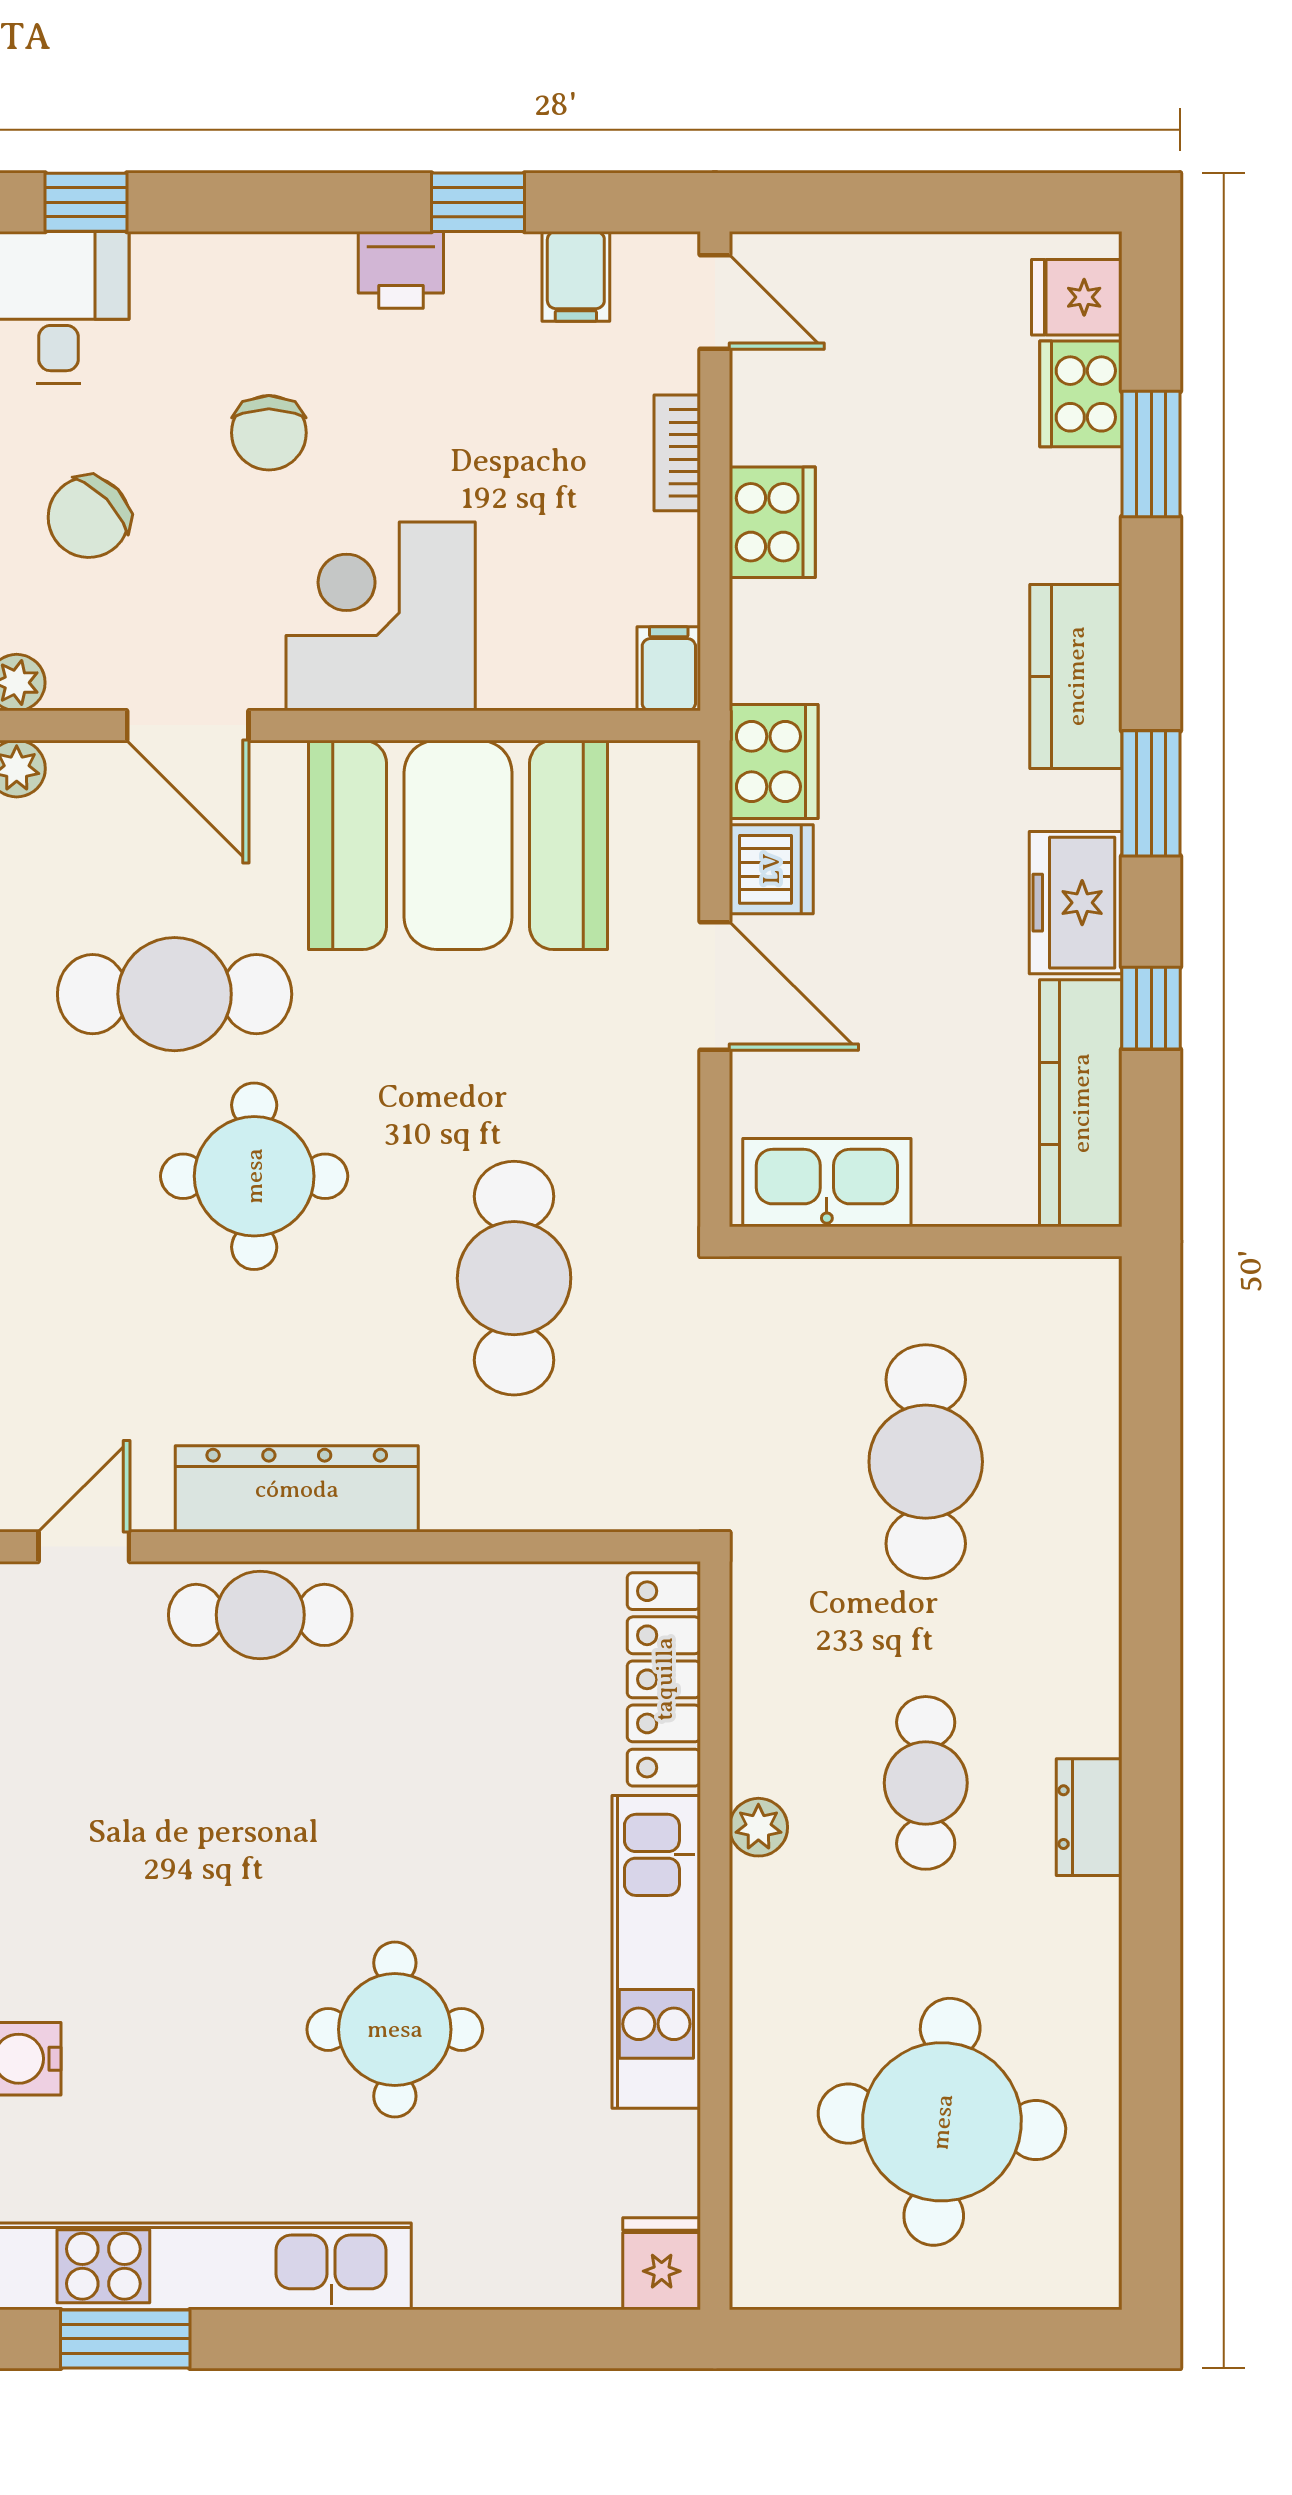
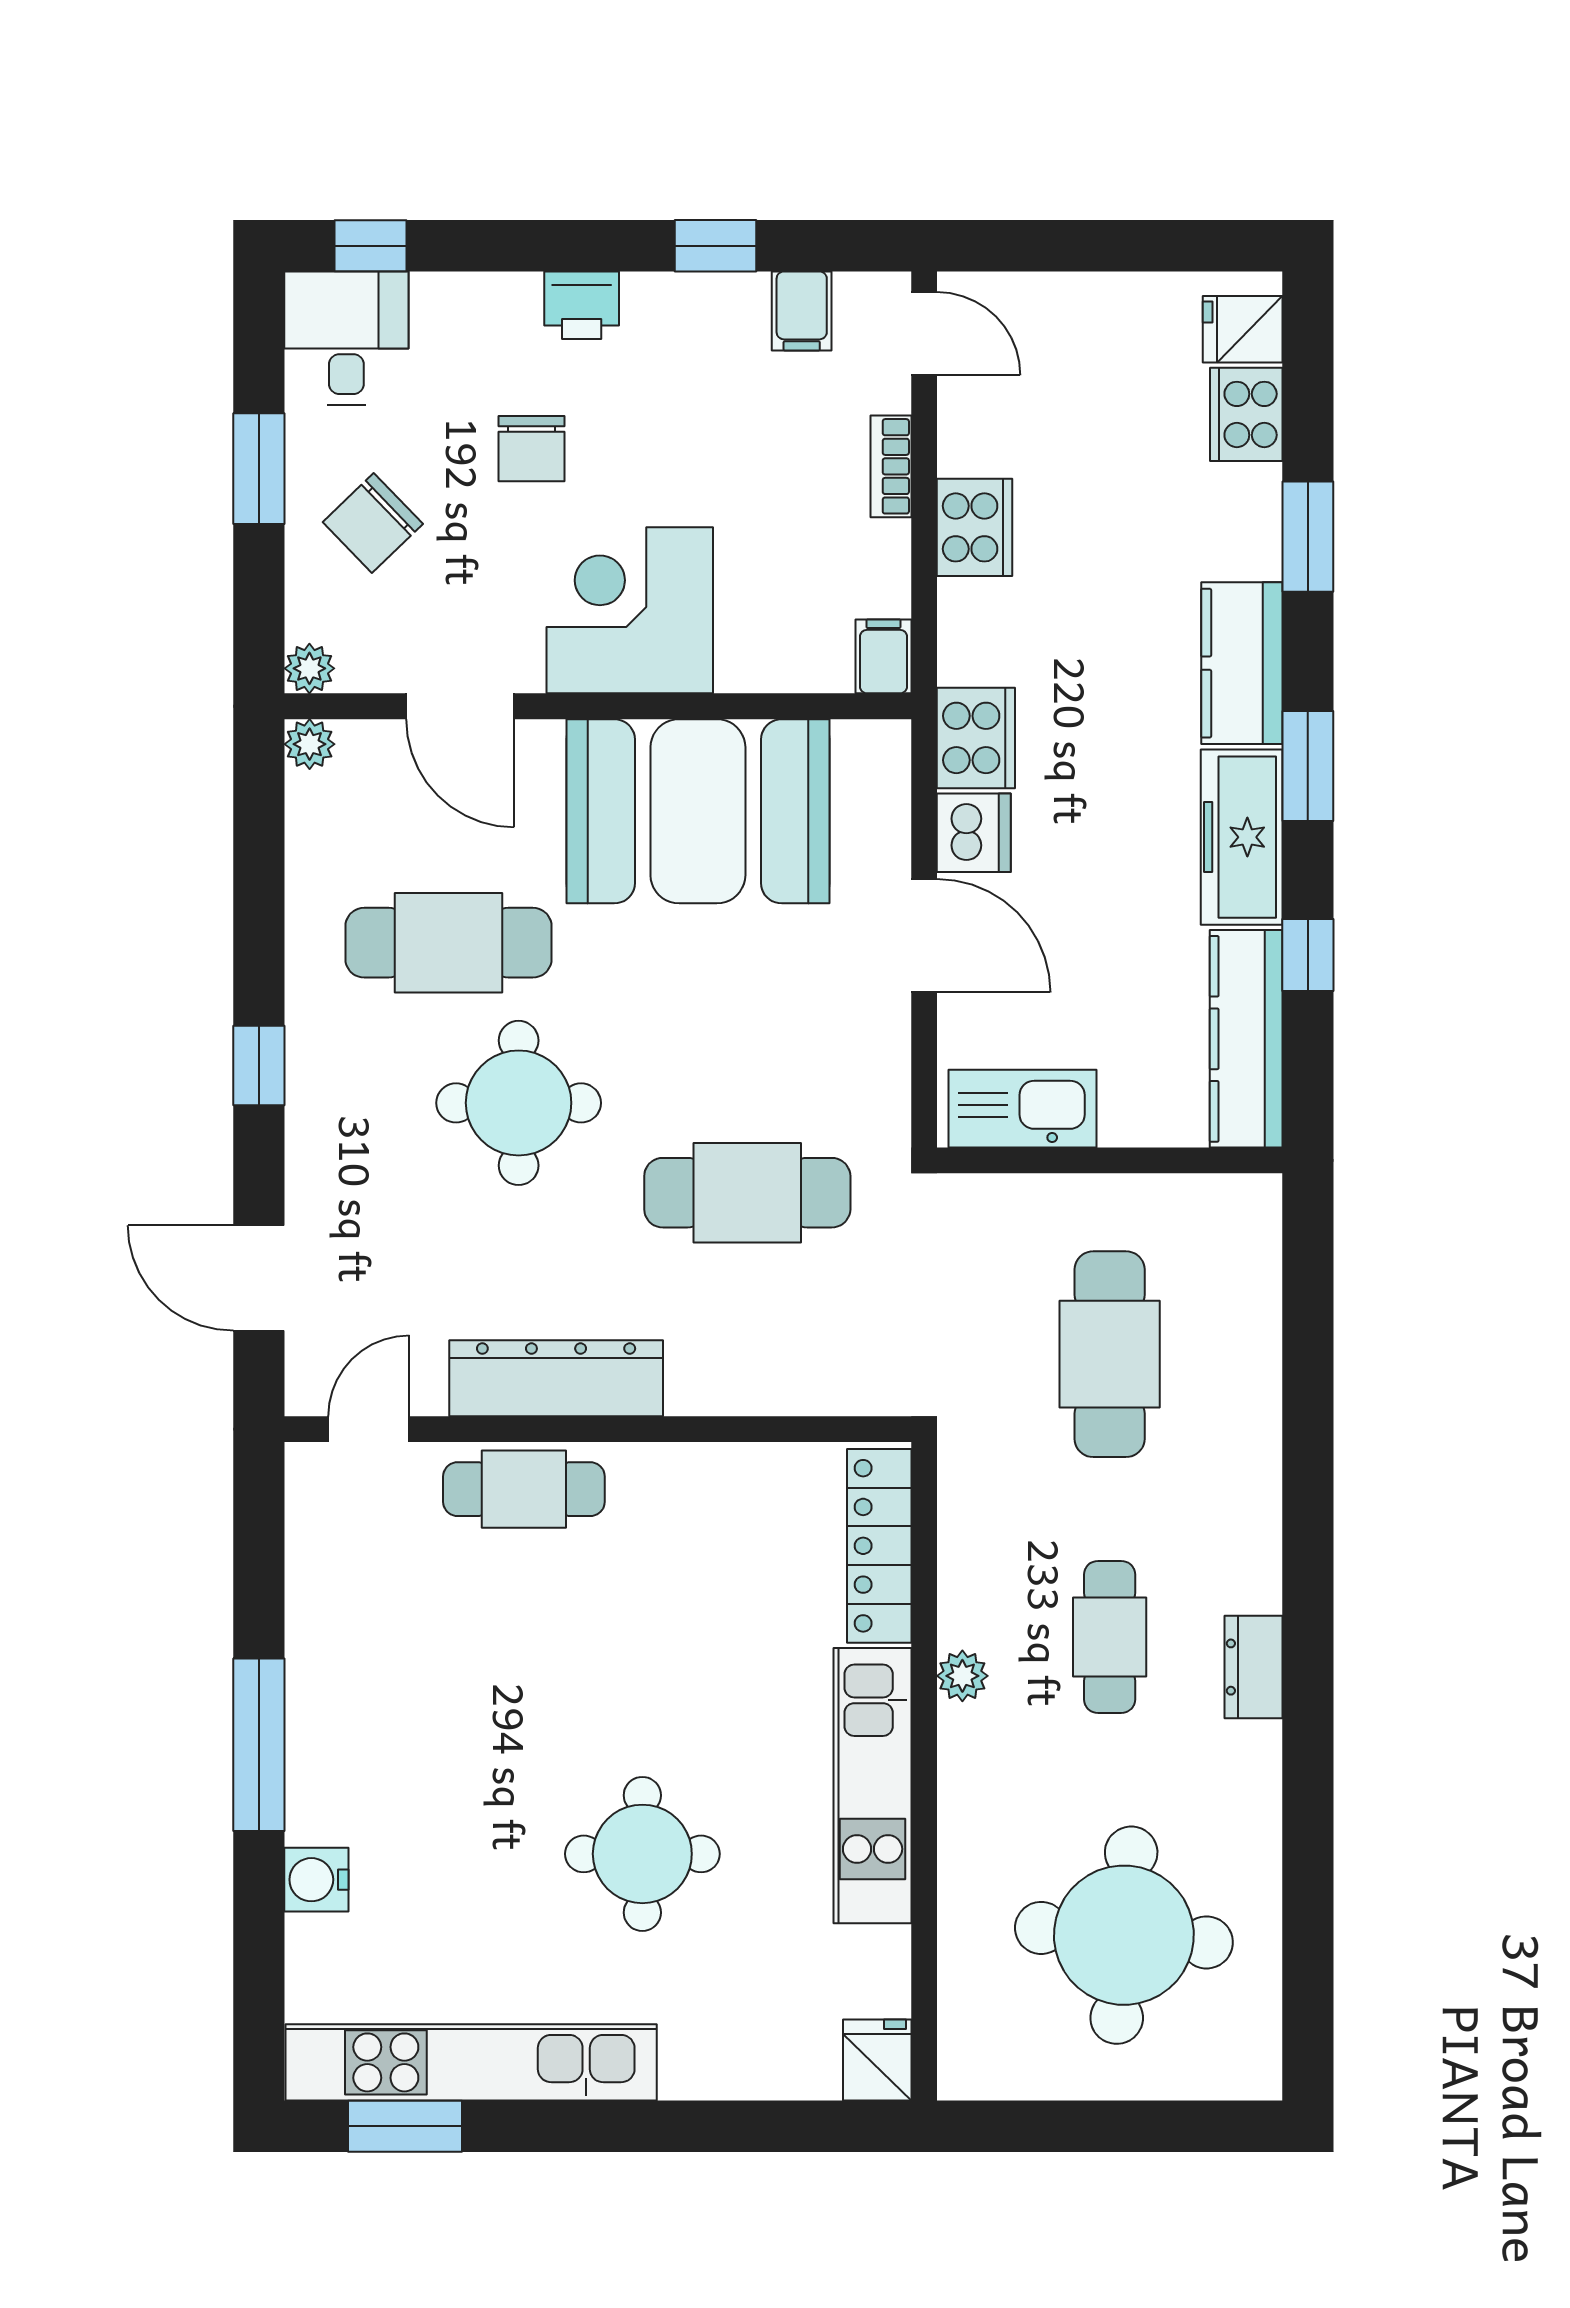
printer: (401, 270) -> (582, 305), moved
window: (1151, 454) -> (1308, 537), moved
freezer: (1076, 903) -> (1242, 837), width x1.40
cafe table: (514, 1278) -> (747, 1193), turned 90

